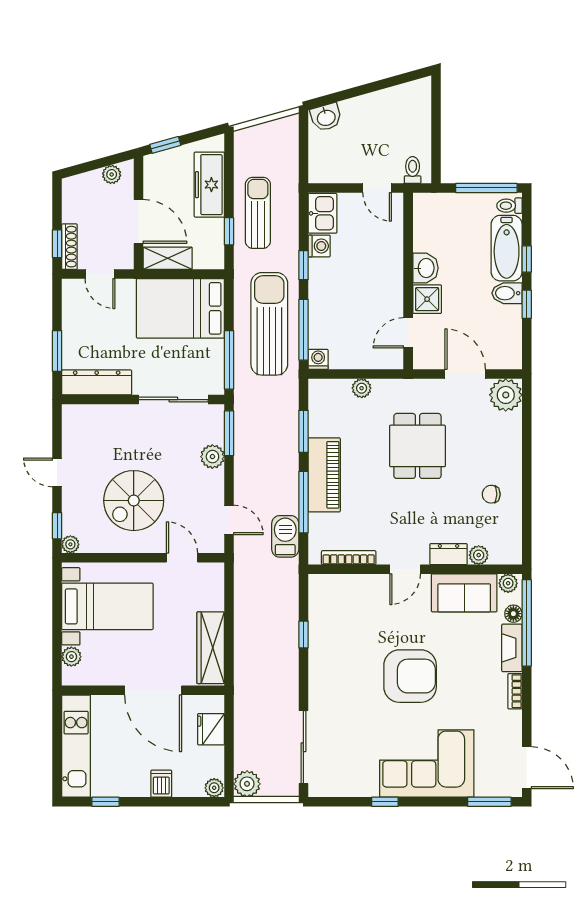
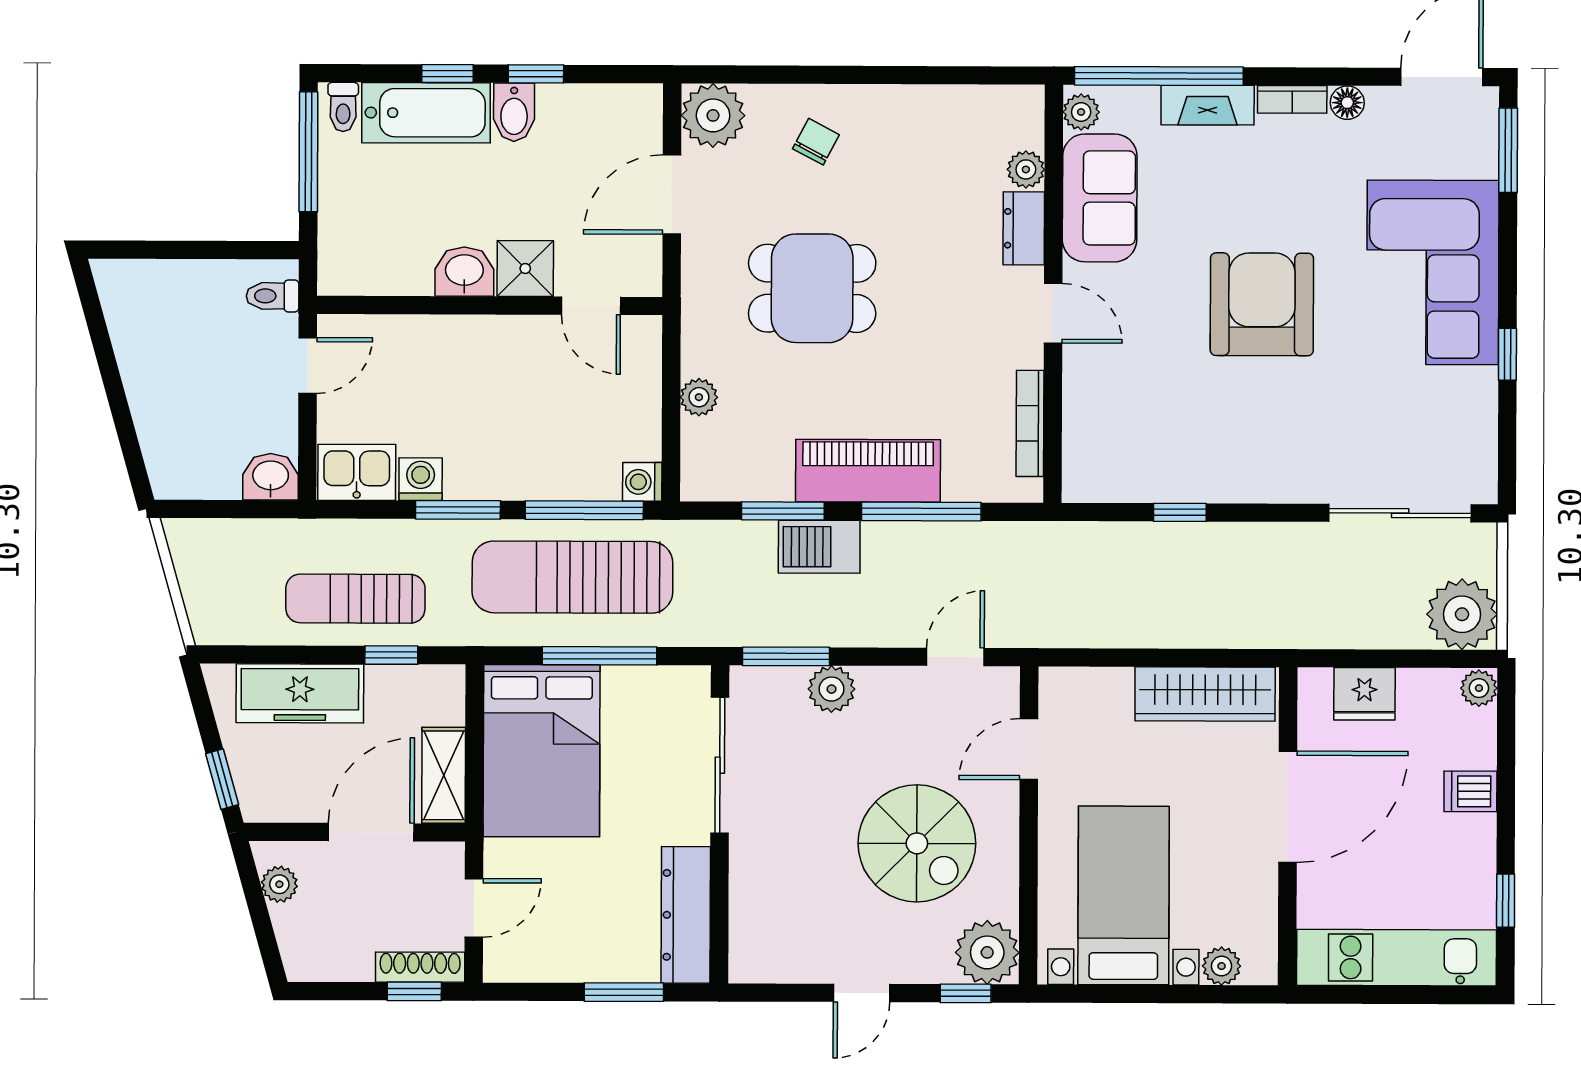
washbasin: (326, 117) -> (271, 477), moved, turned -74
window: (303, 265) -> (458, 510), width x1.50
window: (229, 360) -> (599, 656), moved
chair: (491, 494) -> (816, 142), moved, turned -153
barbecue: (285, 536) -> (819, 547), moved
plant: (70, 544) -> (987, 952), width x1.87, depth x1.87
floor lamp: (513, 614) -> (1347, 103), moved
plant: (247, 784) -> (1462, 614), width x1.36, depth x1.36

